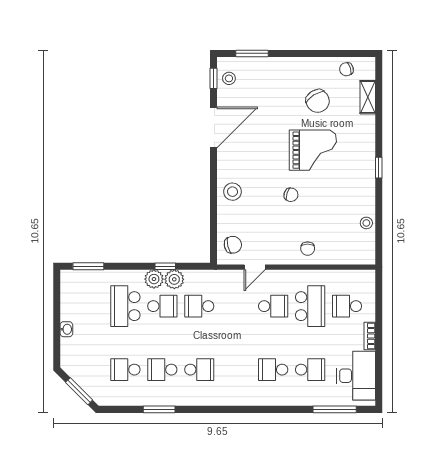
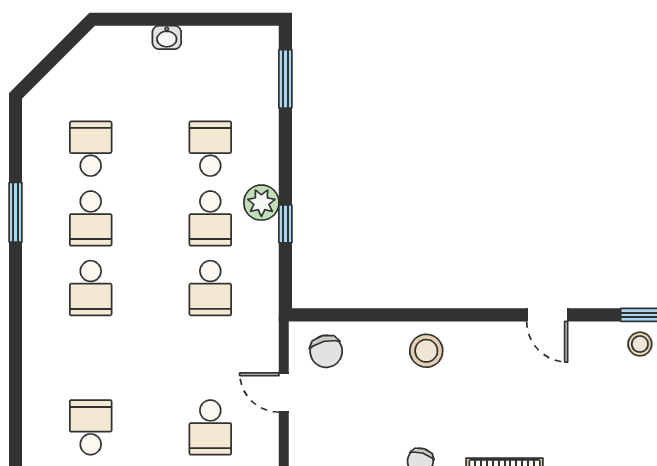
door: (213, 128) -> (547, 315), width x0.53
plant: (174, 279) -> (261, 241), removed
school desk: (125, 306) -> (210, 149), width x0.54
school desk: (199, 306) -> (210, 288), turned 180
school desk: (162, 370) -> (91, 218), turned 180
window: (79, 391) -> (50, 61), removed

